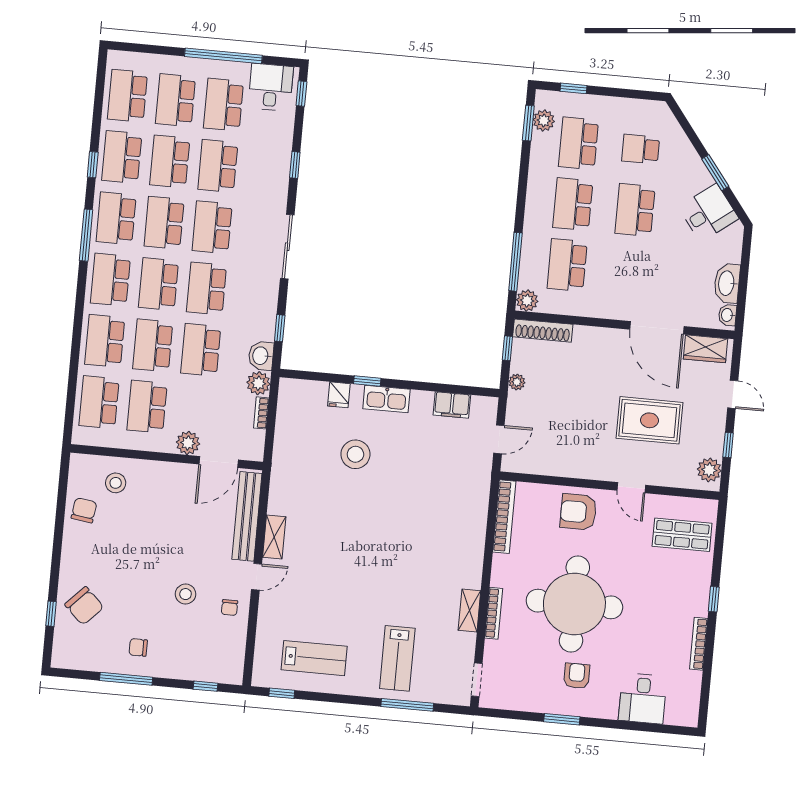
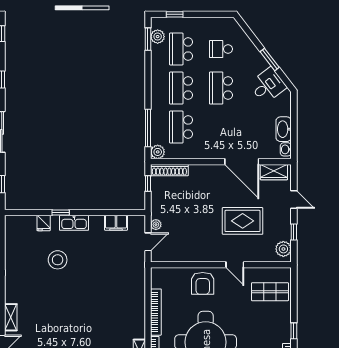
plant: (517, 382) -> (156, 225), moved
armchair: (578, 512) -> (203, 283), turned -90
bookcase: (504, 517) -> (156, 312), moved

